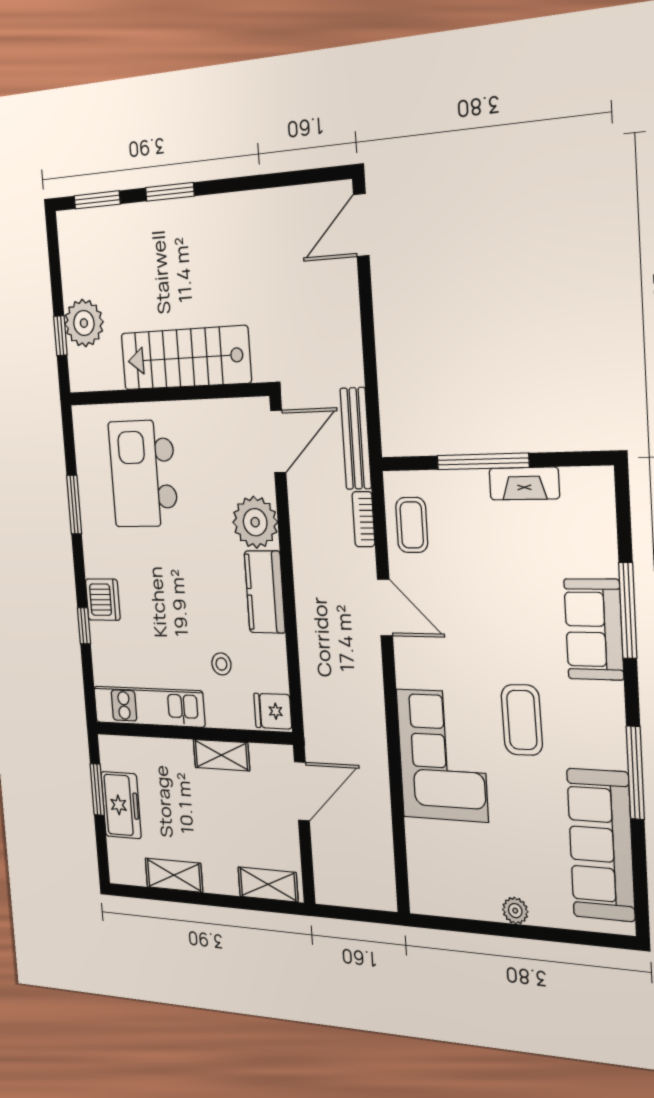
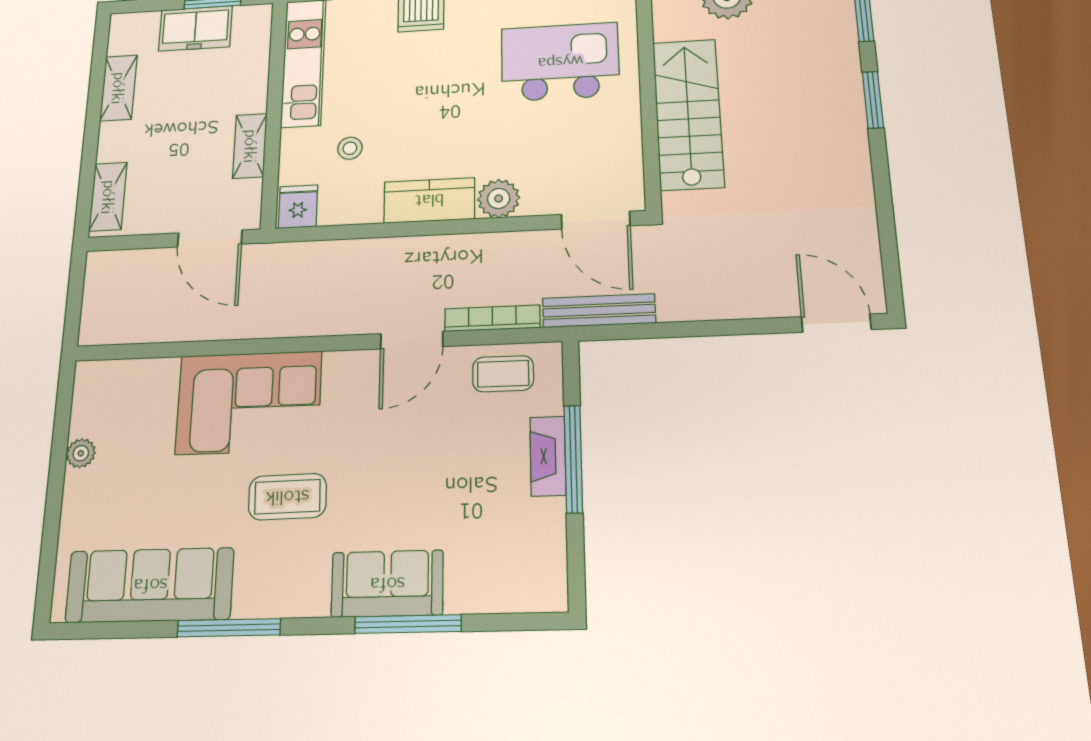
fireplace: (524, 484) -> (548, 456), moved
bookcase: (363, 519) -> (492, 318), width x1.56
plant: (255, 522) -> (499, 198), width x0.73, depth x0.73
plant: (515, 911) -> (81, 453), moved

